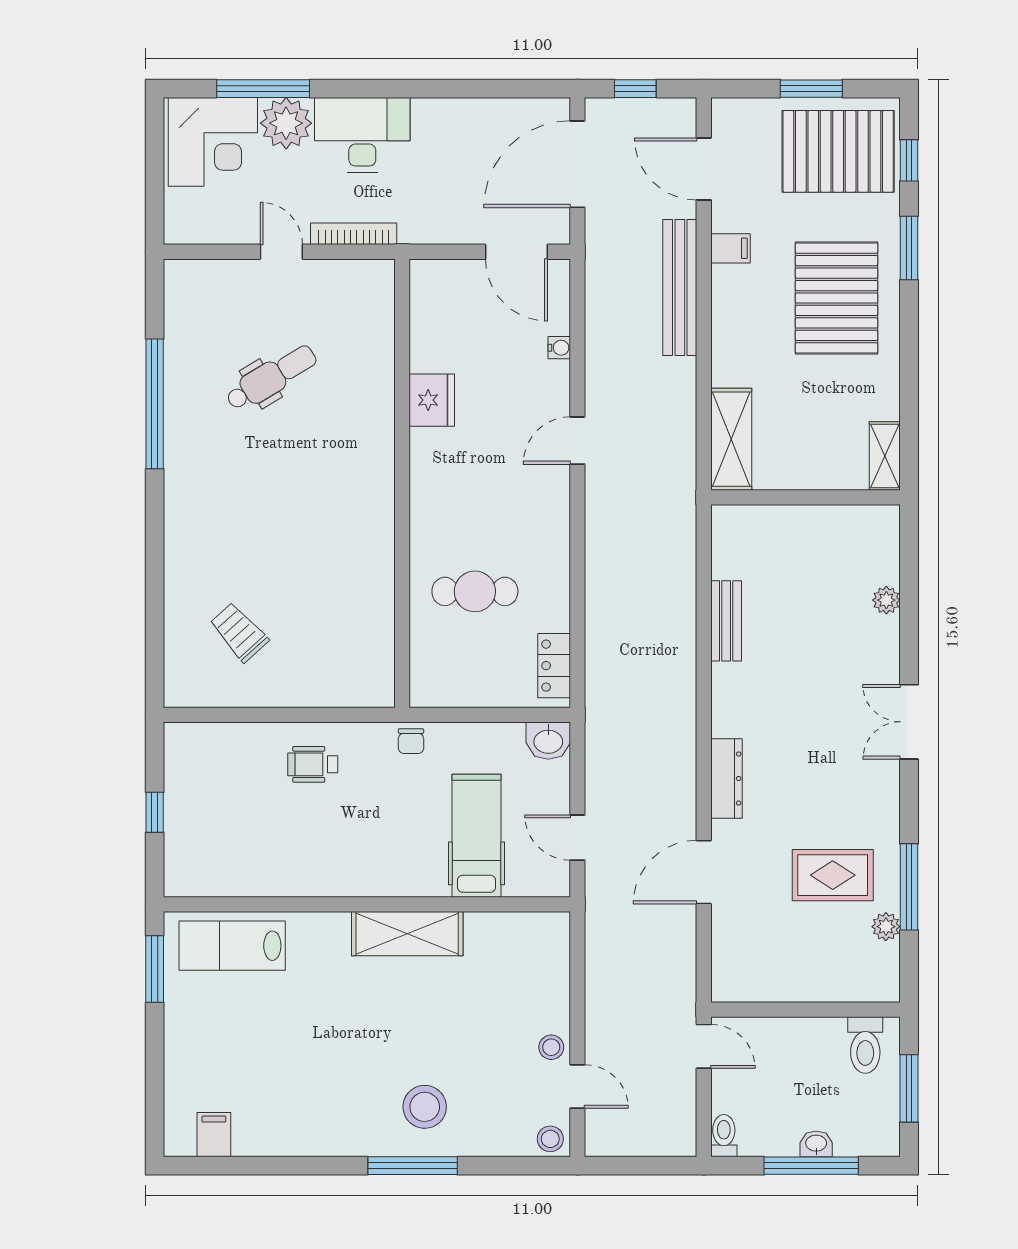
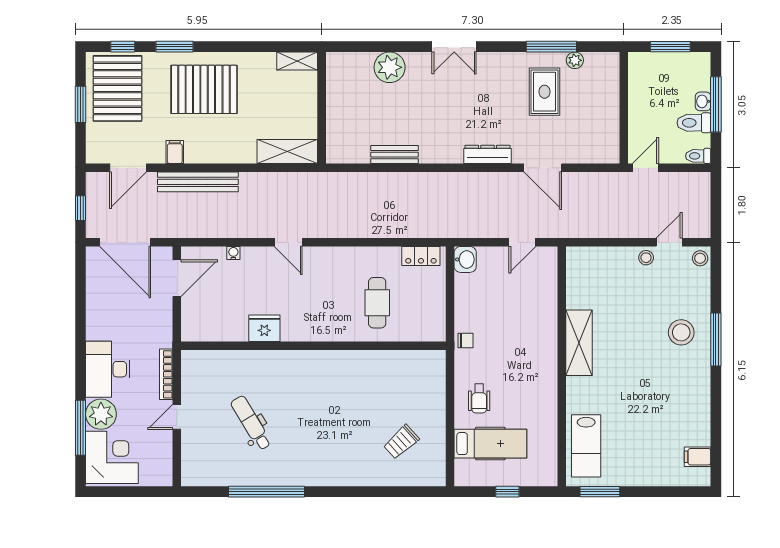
plant: (886, 600) -> (390, 67), width x1.88, depth x1.88
hospital bed: (477, 836) -> (490, 444), moved, turned 180
toilet: (865, 1045) -> (694, 123), moved, turned 180

